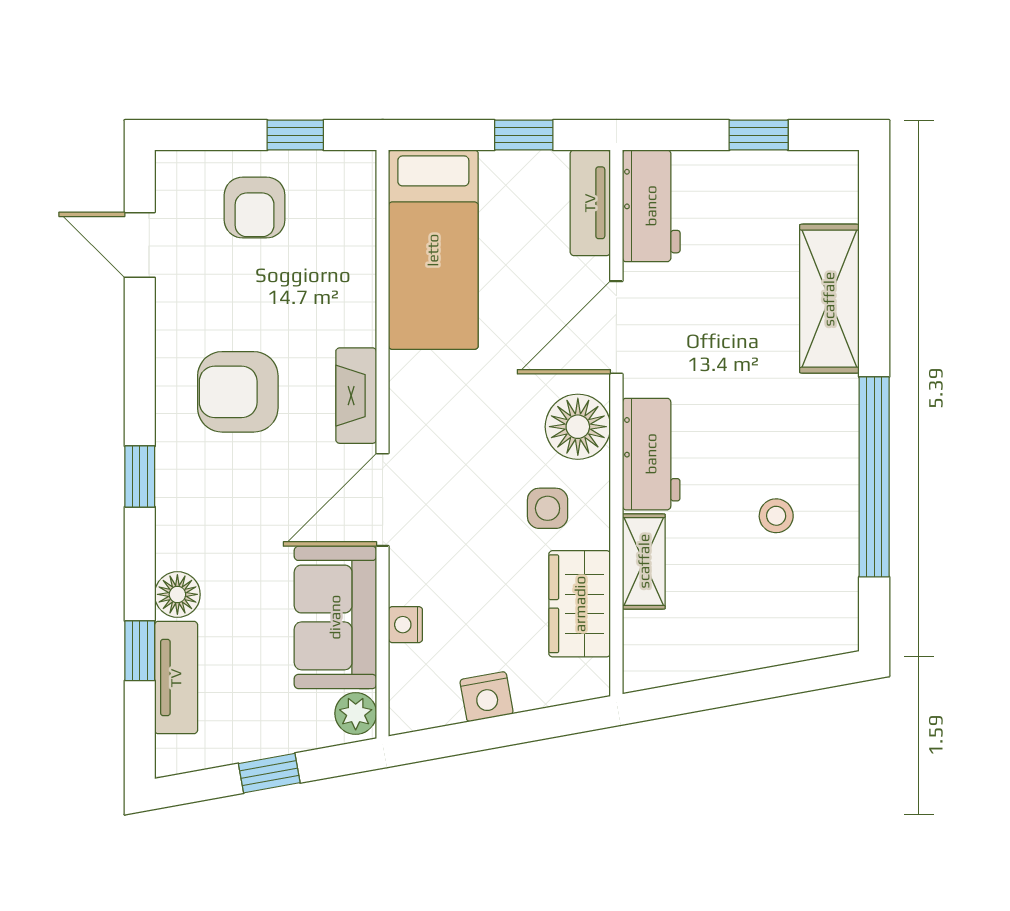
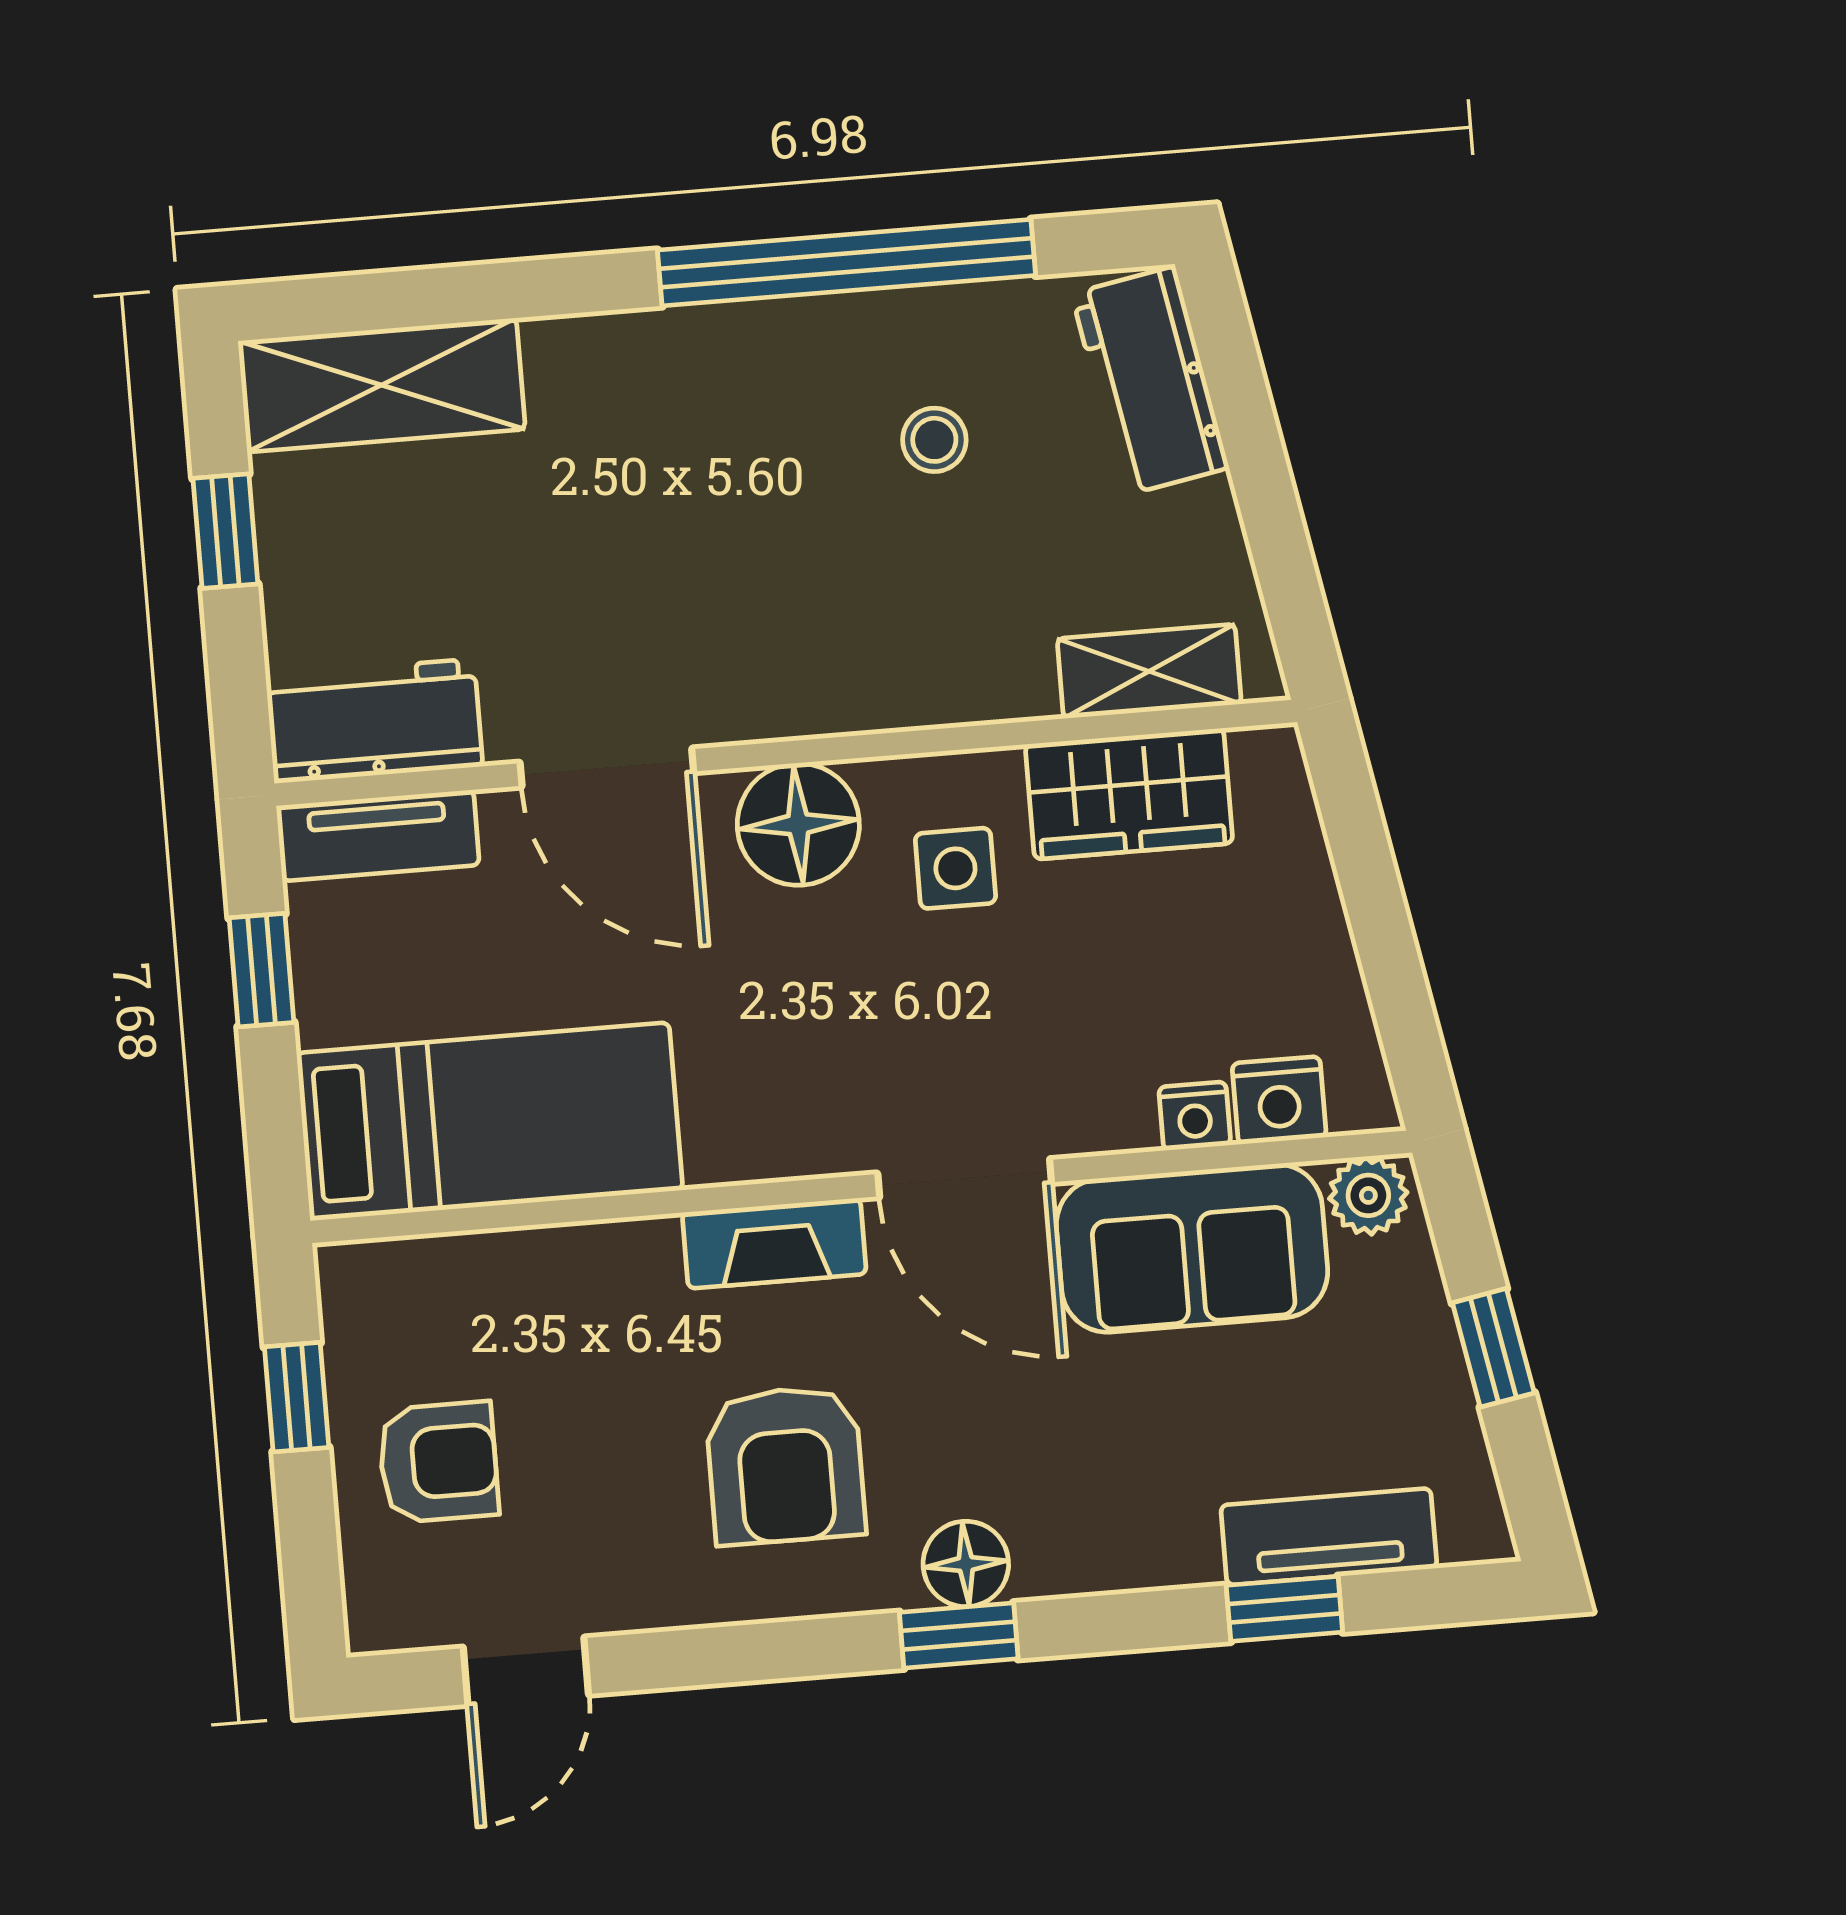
shelving: (829, 299) -> (382, 385), moved
workbench: (651, 454) -> (1150, 381), moved, turned -100
shelving: (644, 561) -> (1149, 671), moved
floor lamp: (177, 594) -> (966, 1564), moved
nightstand: (487, 697) -> (1279, 1100), moved, turned 100

